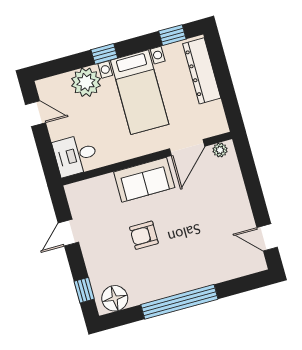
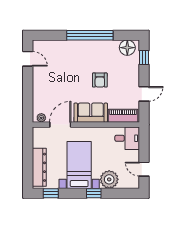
piano: (92, 189) -> (123, 116), added
armchair: (144, 235) -> (100, 80), turned 90

